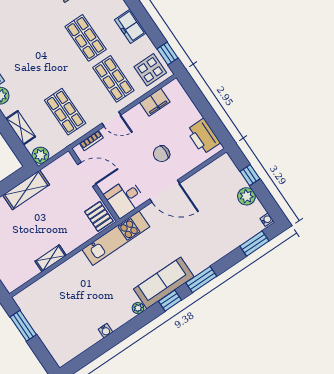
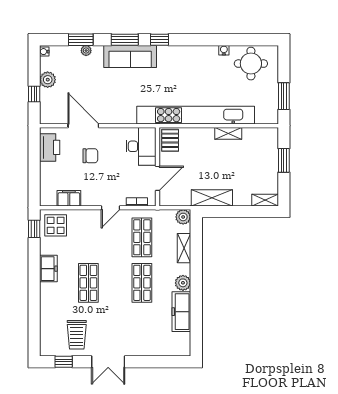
shop shelf: (113, 79) -> (142, 283), moved
door: (111, 119) -> (111, 208), swing flipped
door: (87, 174) -> (158, 178), swing flipped
door: (165, 191) -> (83, 126), moved
desk: (125, 198) -> (141, 146), width x1.37
kitchen unit: (116, 238) -> (196, 115), width x1.86
window: (254, 243) -> (81, 40), moved
sofa: (164, 283) -> (130, 56), moved
plant: (138, 308) -> (86, 51), moved
round table: (73, 335) -> (251, 64), added

